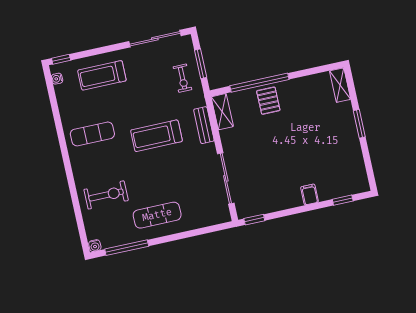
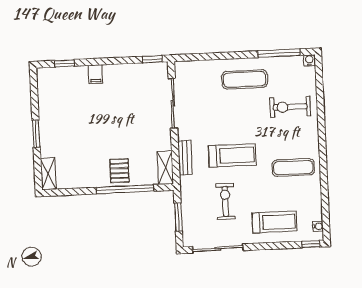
exercise bike: (183, 78) -> (225, 201), moved, width x1.38, depth x1.39

